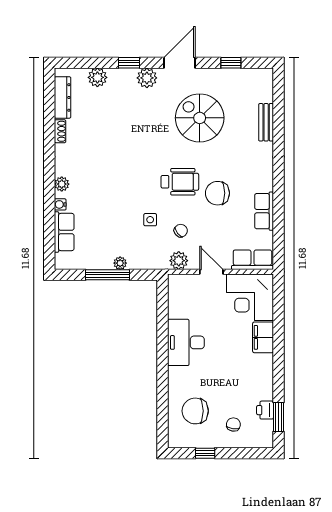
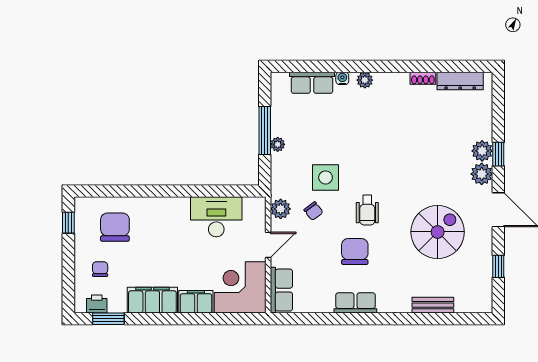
plant: (97, 77) -> (482, 151), moved
wheelchair: (180, 182) -> (367, 210), width x0.73, depth x0.73
row of seats: (264, 211) -> (355, 303), moved
side table: (150, 220) -> (326, 177), width x1.87, depth x1.87
desk: (186, 342) -> (216, 217), moved
filing cabinet: (262, 377) -> (152, 300), added
printer: (265, 410) -> (97, 304), moved
chair: (233, 424) -> (100, 269), turned -99
window: (205, 453) -> (68, 223), moved

